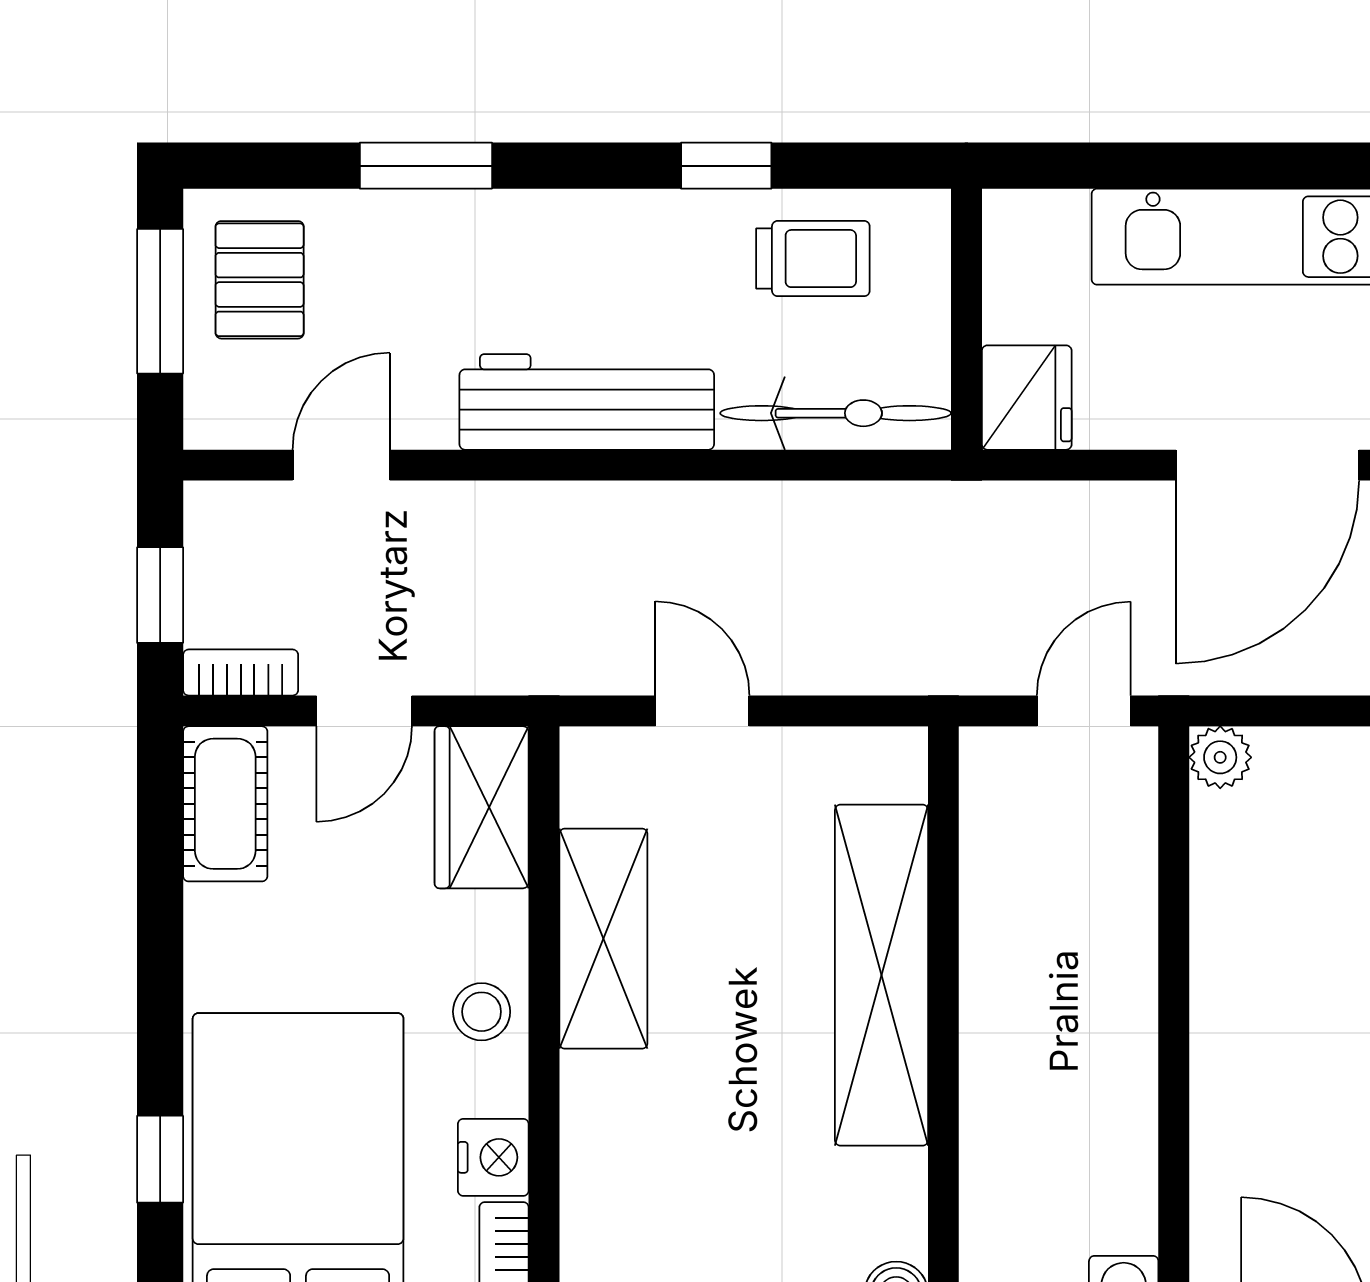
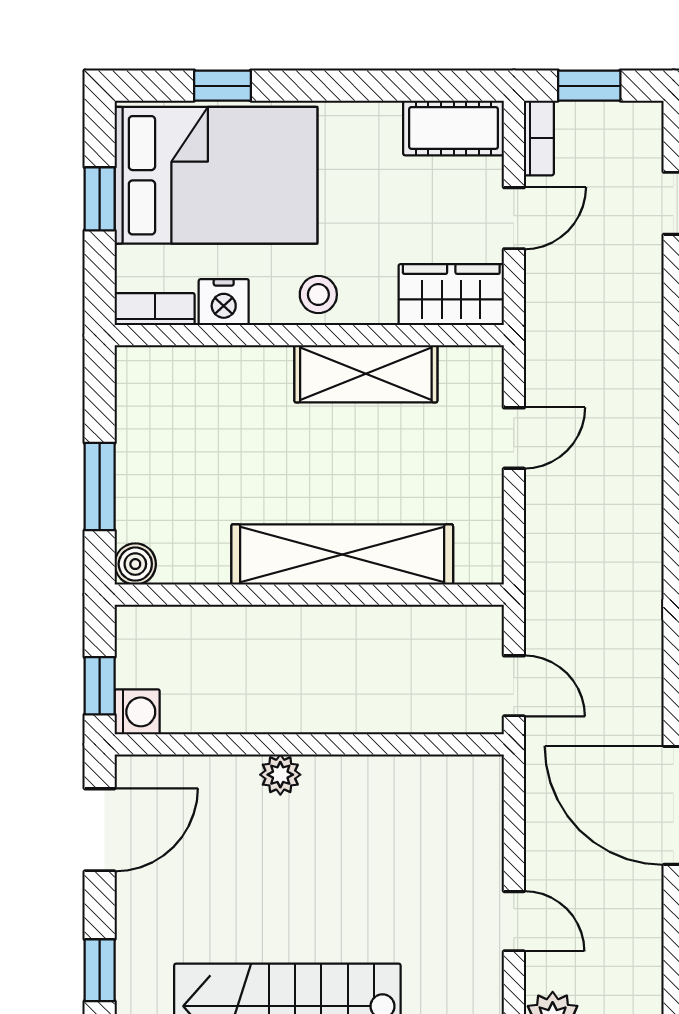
door: (364, 711) -> (514, 218), swing flipped
plant: (1220, 757) -> (280, 775), moved

